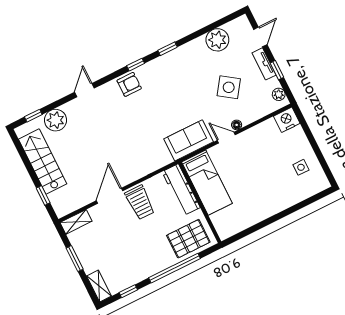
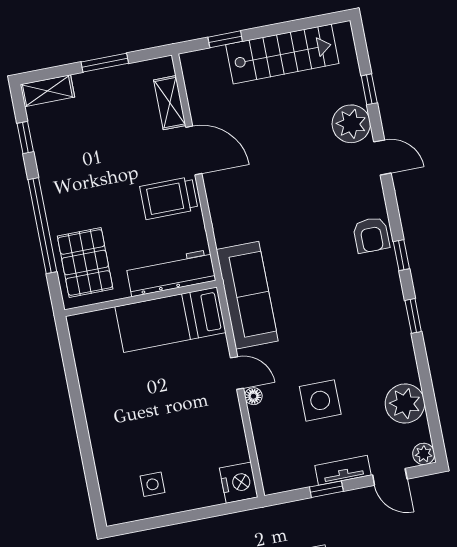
side table: (229, 87) -> (320, 400), turned -35
plant: (279, 94) -> (424, 454), moved
window: (33, 116) -> (369, 89), moved
plant: (56, 120) -> (351, 124), moved
door: (226, 138) -> (237, 373), hinge flipped
sofa: (189, 140) -> (247, 295), width x1.36
shelving: (76, 222) -> (170, 103), moved

